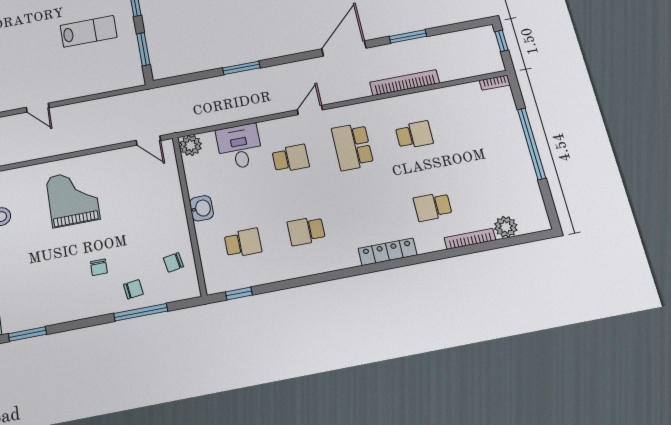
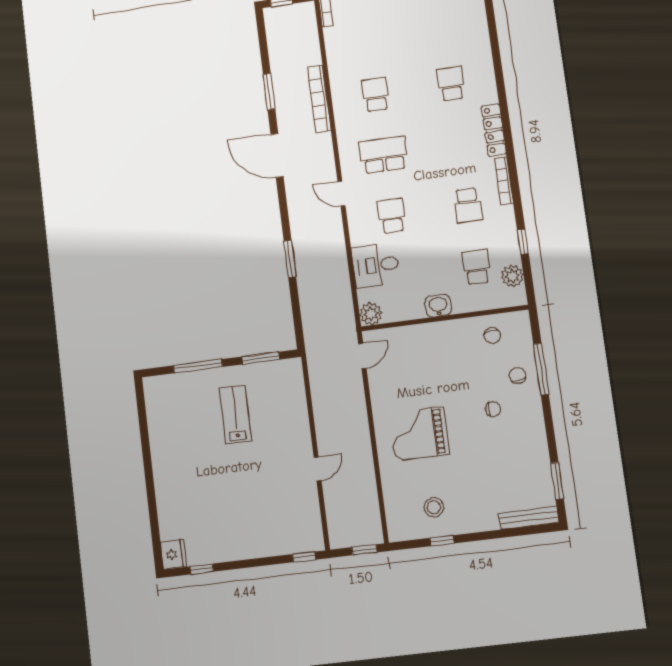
school desk: (352, 147) -> (384, 155), turned 180
school desk: (433, 207) -> (451, 84), turned 180
plant: (506, 227) -> (512, 276), moved
bookcase: (470, 239) -> (504, 181), moved
window: (239, 293) -> (523, 242), moved

